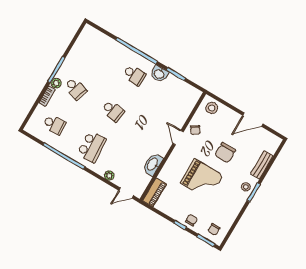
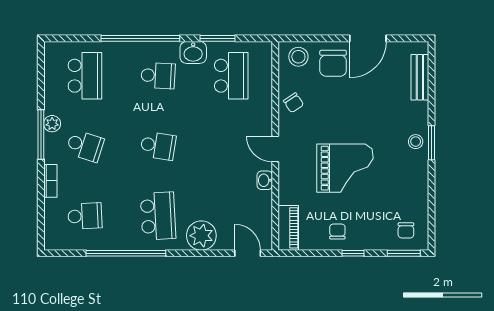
school desk: (97, 53) -> (85, 76), added
plant: (56, 83) -> (52, 124), moved
school desk: (172, 97) -> (231, 76), added
door: (178, 138) -> (275, 149), moved
chair: (225, 153) -> (333, 63), moved
washbasin: (153, 164) -> (265, 180), width x0.52, depth x0.69
bench: (262, 165) -> (420, 77), moved
plant: (109, 176) -> (201, 236), width x1.88, depth x1.88
door: (126, 193) -> (248, 253), swing flipped
chair: (191, 220) -> (337, 231), moved

